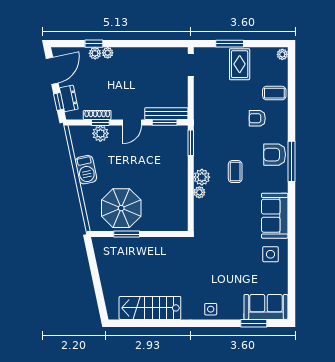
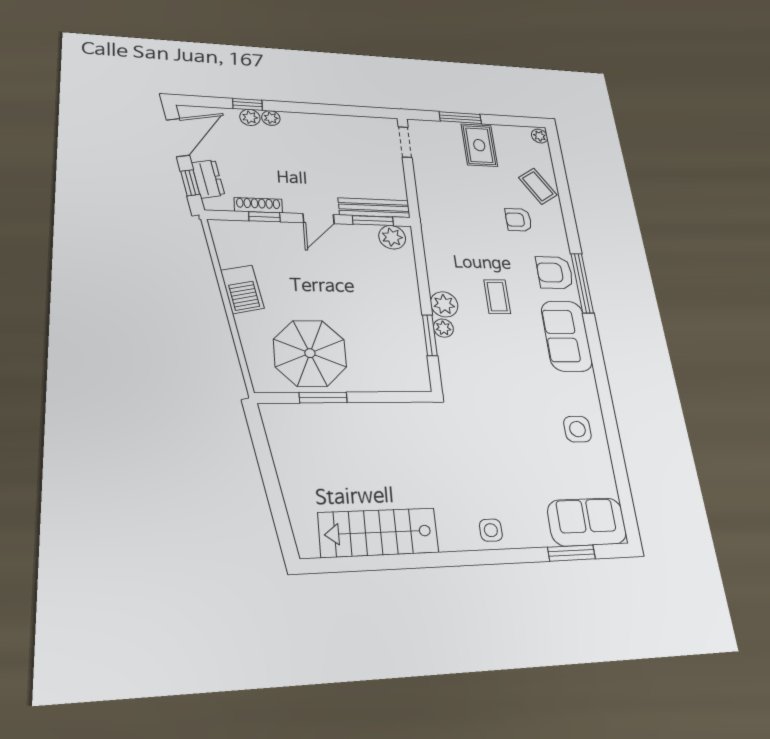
coffee table: (274, 93) -> (538, 186), turned 57
plant: (100, 133) -> (392, 237), moved
window: (191, 143) -> (430, 335), moved
sofa: (275, 216) -> (567, 336), moved

